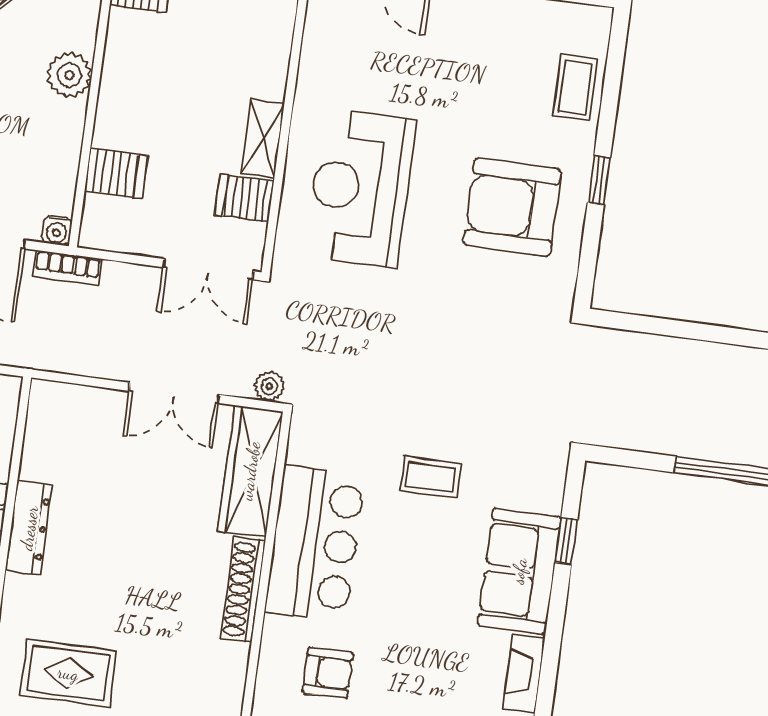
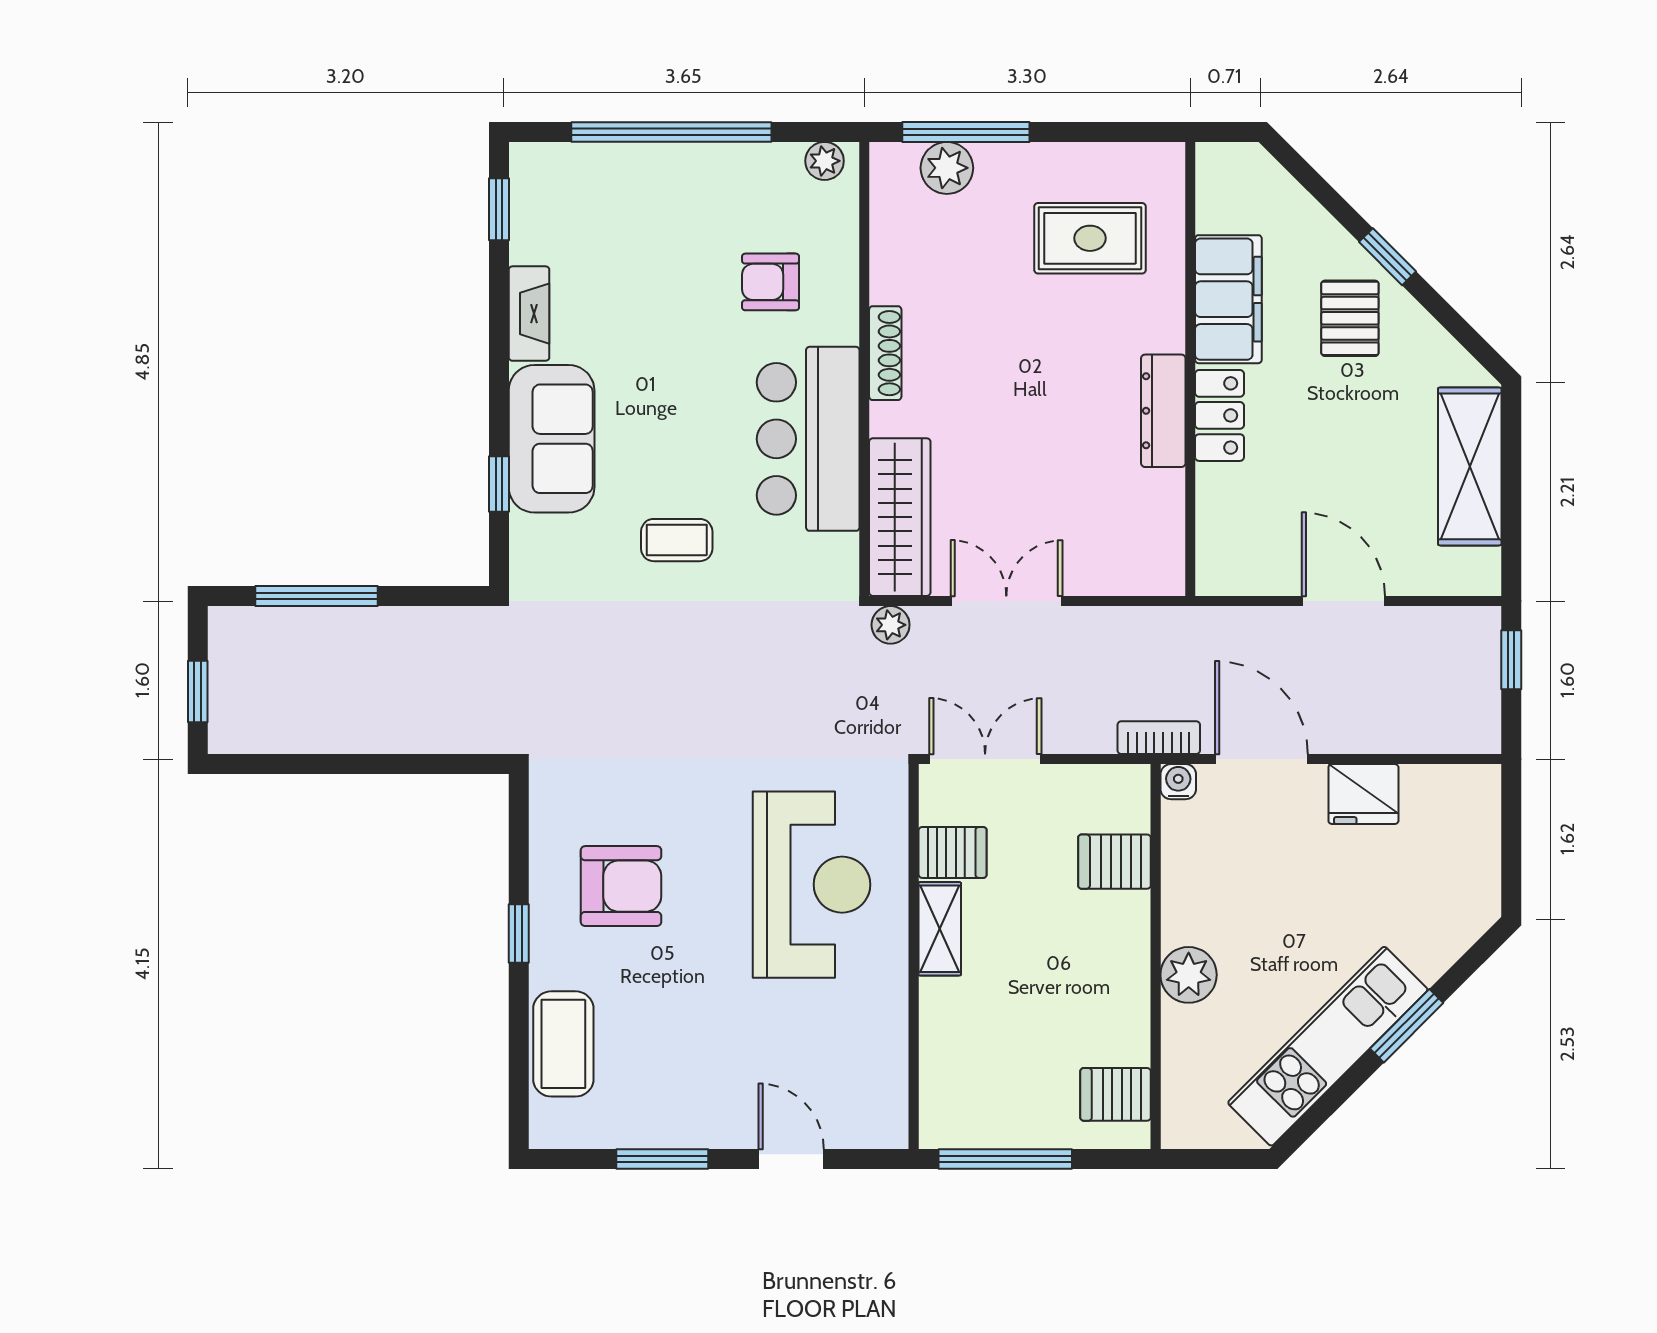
coffee table: (575, 88) -> (563, 1044), width x1.36, depth x1.30
armchair: (512, 207) -> (621, 886), width x0.73, depth x0.73
shoe rack: (243, 590) -> (885, 353), width x0.74, depth x0.81

